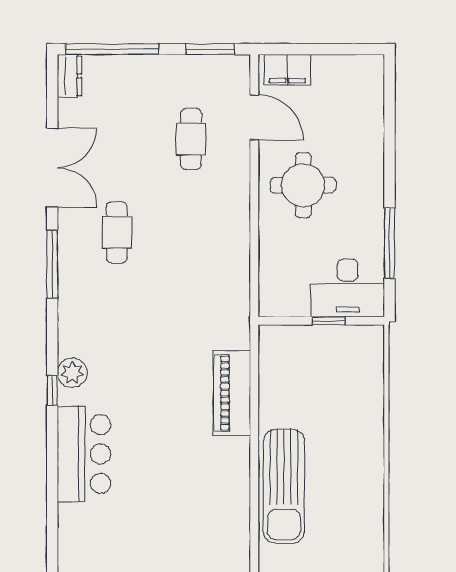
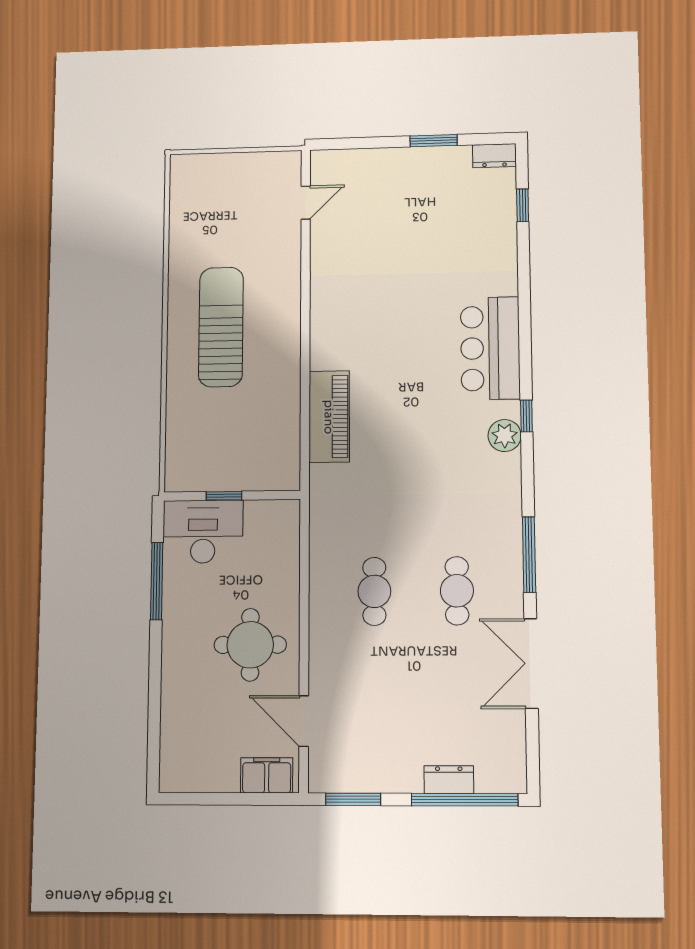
dresser: (69, 76) -> (449, 780), moved, turned 90
cafe table: (191, 139) -> (374, 591), moved
sun lounger: (284, 486) -> (221, 327), moved

